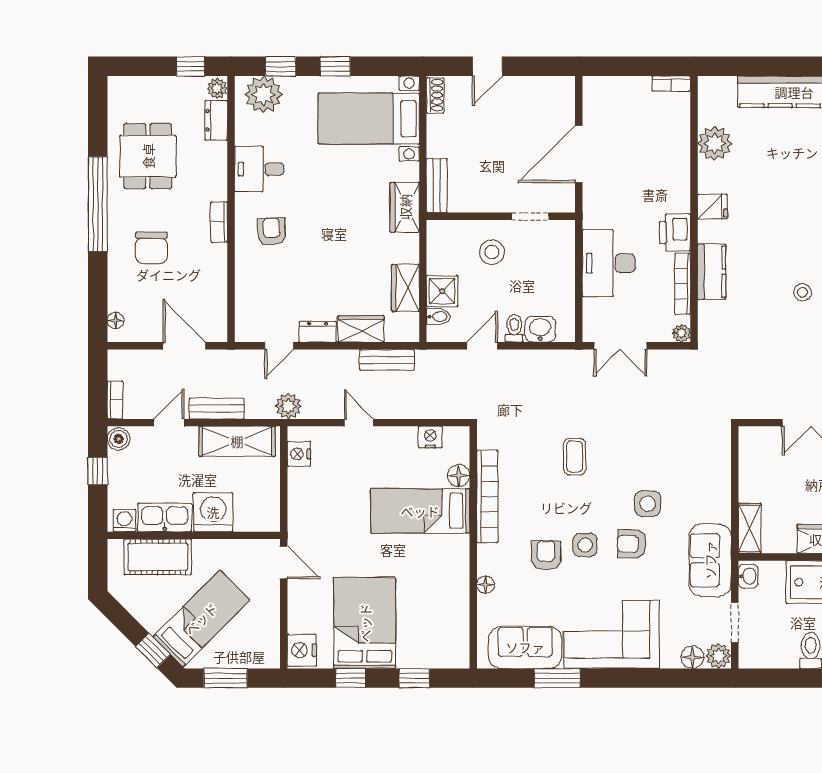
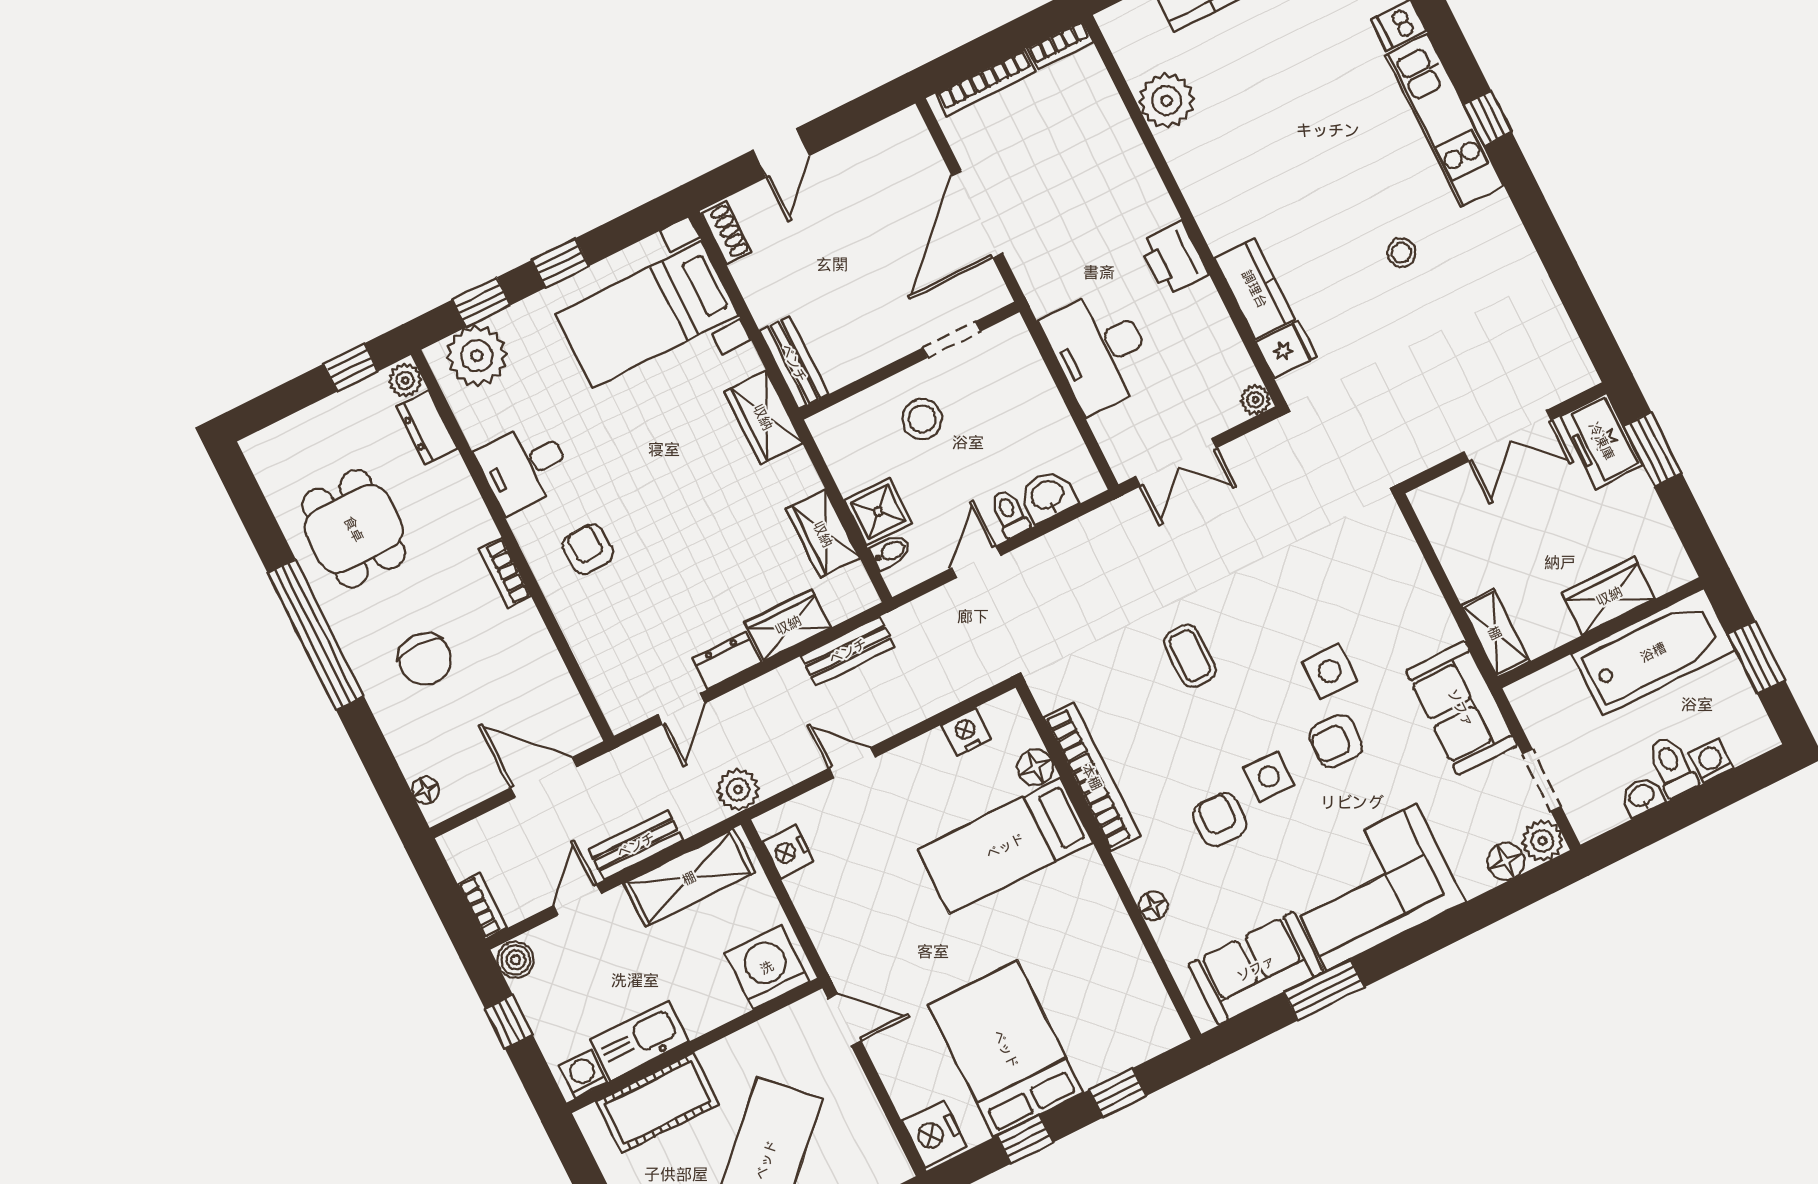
fridge: (712, 207) -> (1286, 349), moved
bookcase: (683, 284) -> (986, 83), moved, turned -90
washing machine: (213, 512) -> (767, 967), moved
washbasin: (748, 576) -> (1642, 796), moved, turned -90

